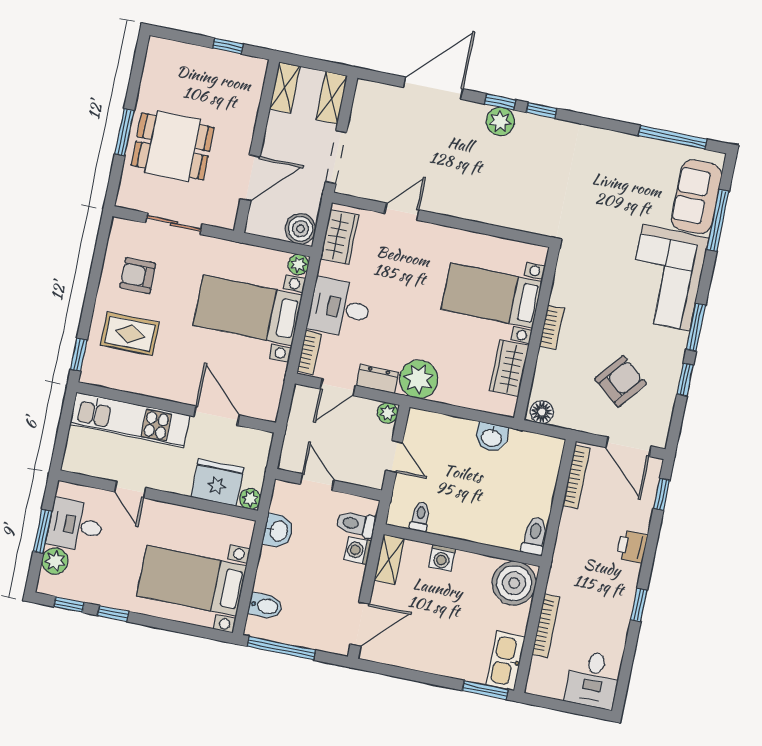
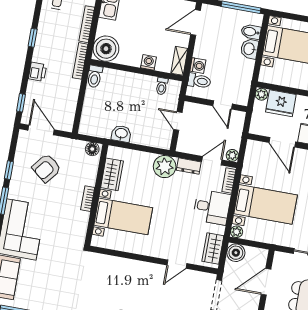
plant: (388, 413) -> (232, 155), moved
bookcase: (576, 477) -> (80, 61), moved
washbasin: (278, 531) -> (249, 49), moved

